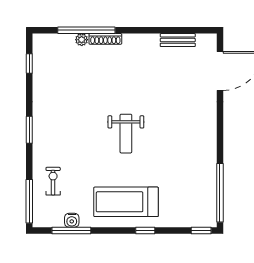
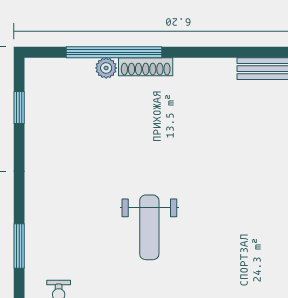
window: (29, 130) -> (19, 246), moved
weight bench: (126, 134) -> (149, 227), moved

